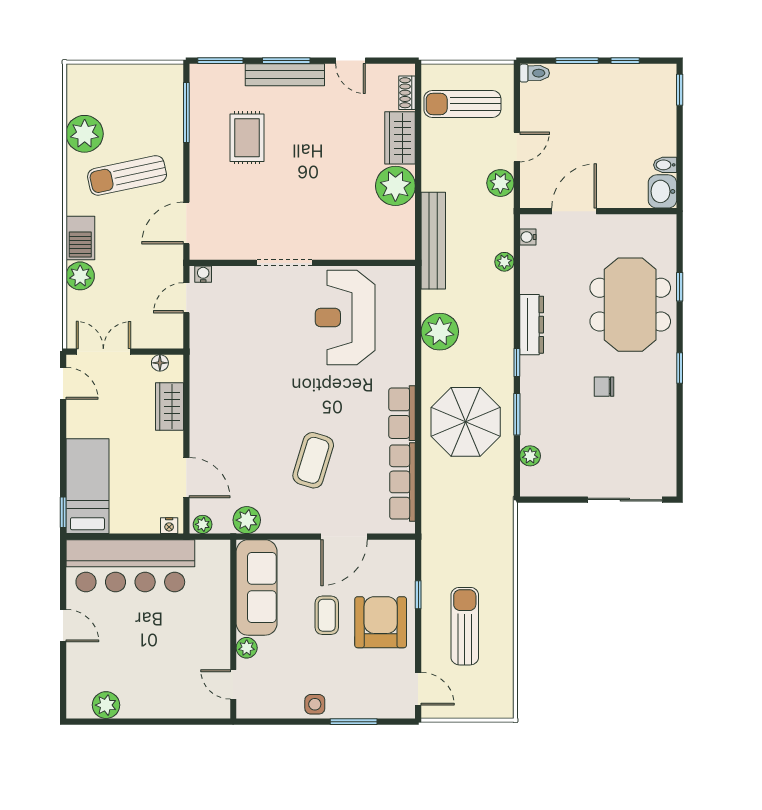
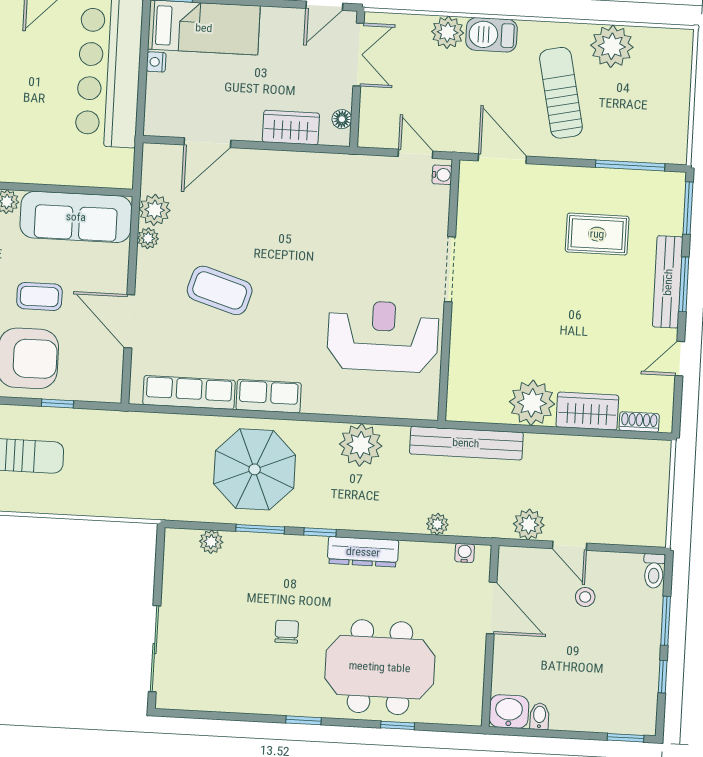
sun lounger: (462, 104) -> (623, 485), removed
stool: (560, 131) -> (585, 597), added
plant: (203, 524) -> (148, 238), moved
nightstand: (169, 526) -> (156, 62), moved

